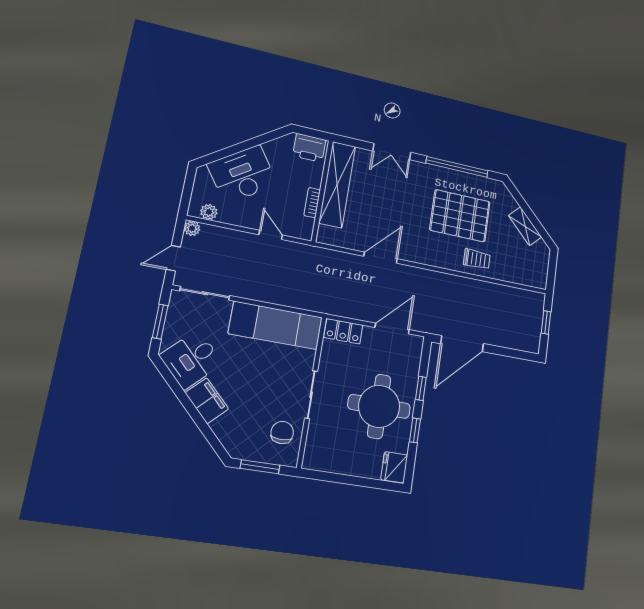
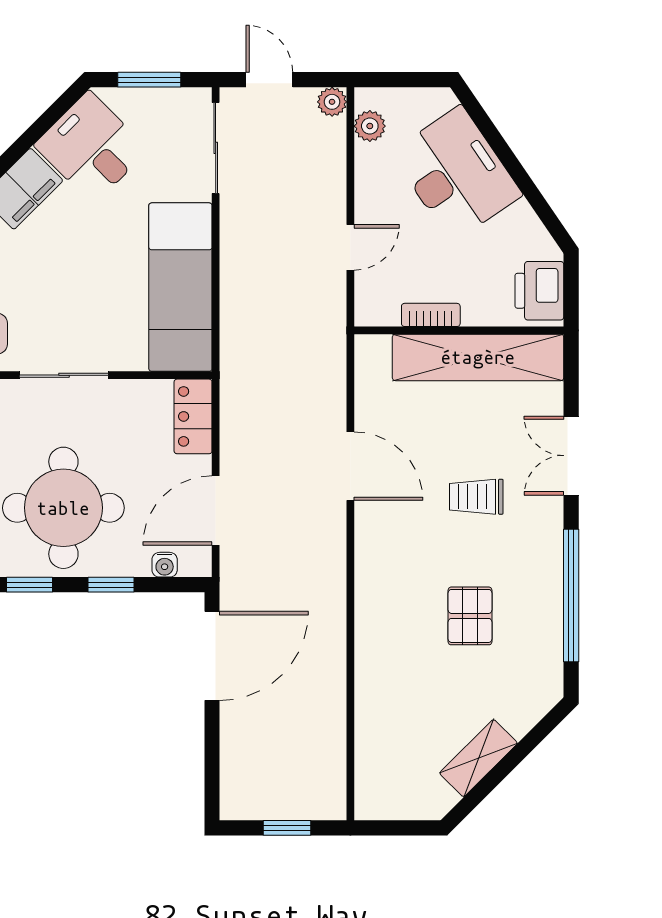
pallet: (460, 216) -> (470, 616), width x0.49, depth x0.50
trolley: (477, 259) -> (476, 497), moved, turned 90
door: (392, 329) -> (216, 511), swing flipped
door: (462, 344) -> (212, 656), swing flipped
water cooler: (415, 359) -> (165, 565), added

